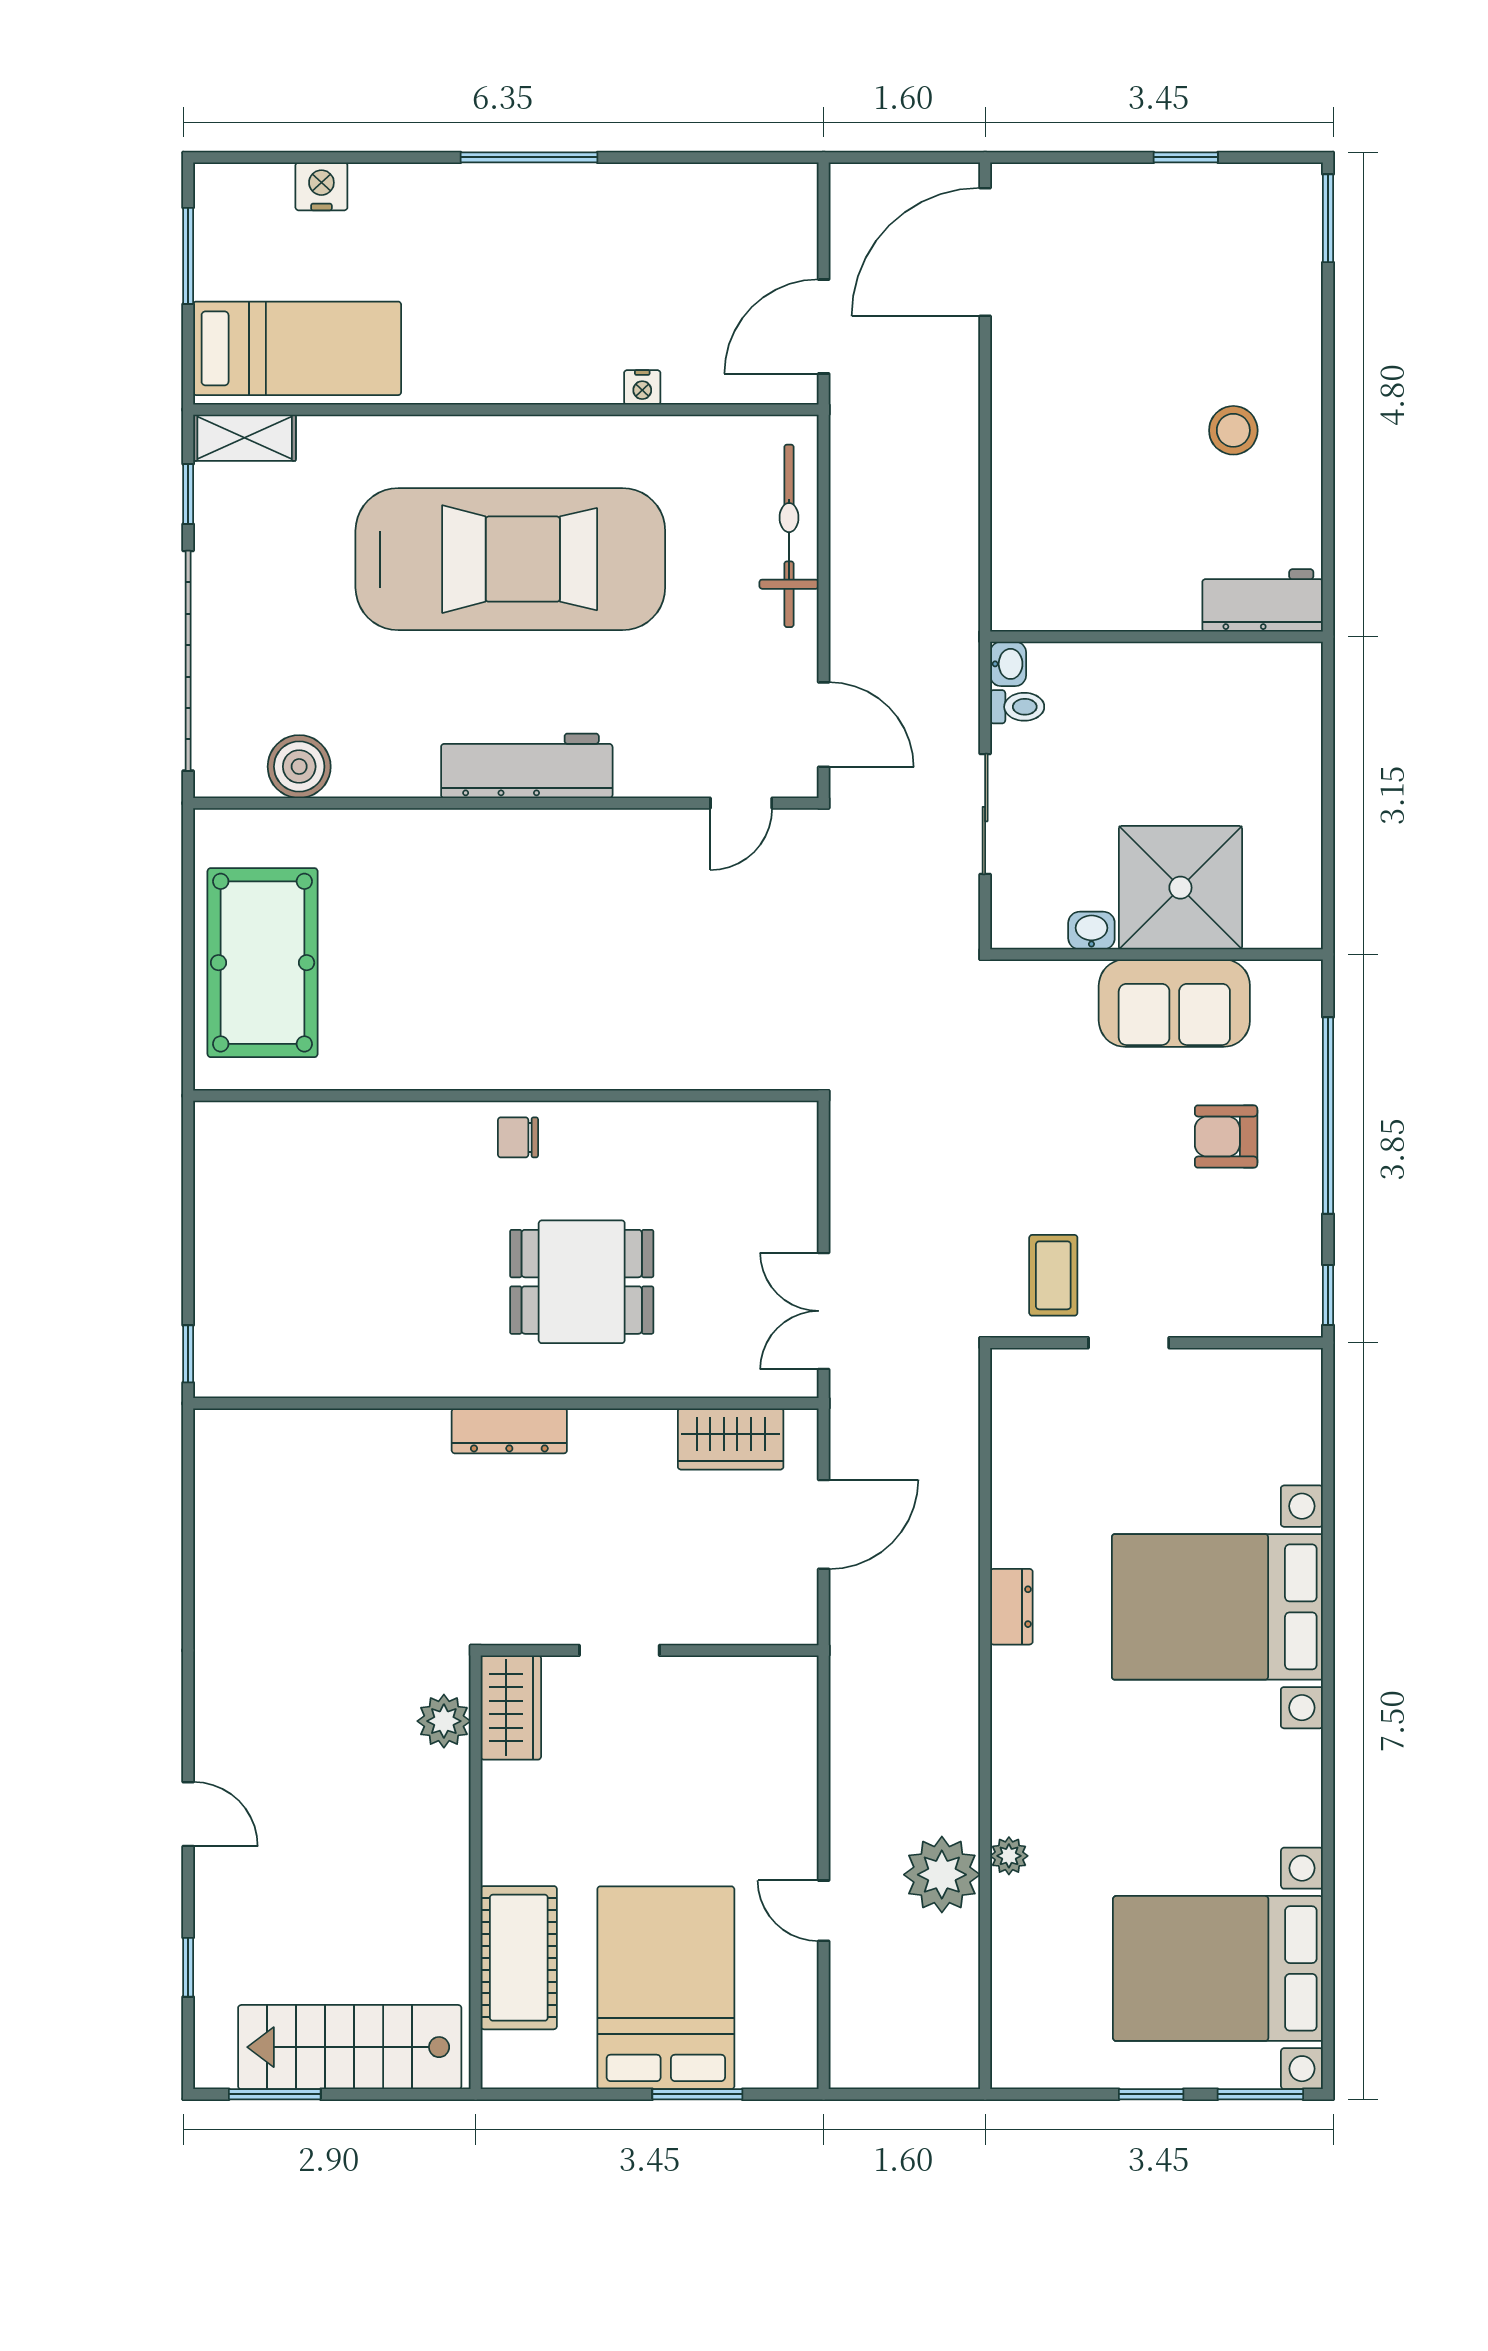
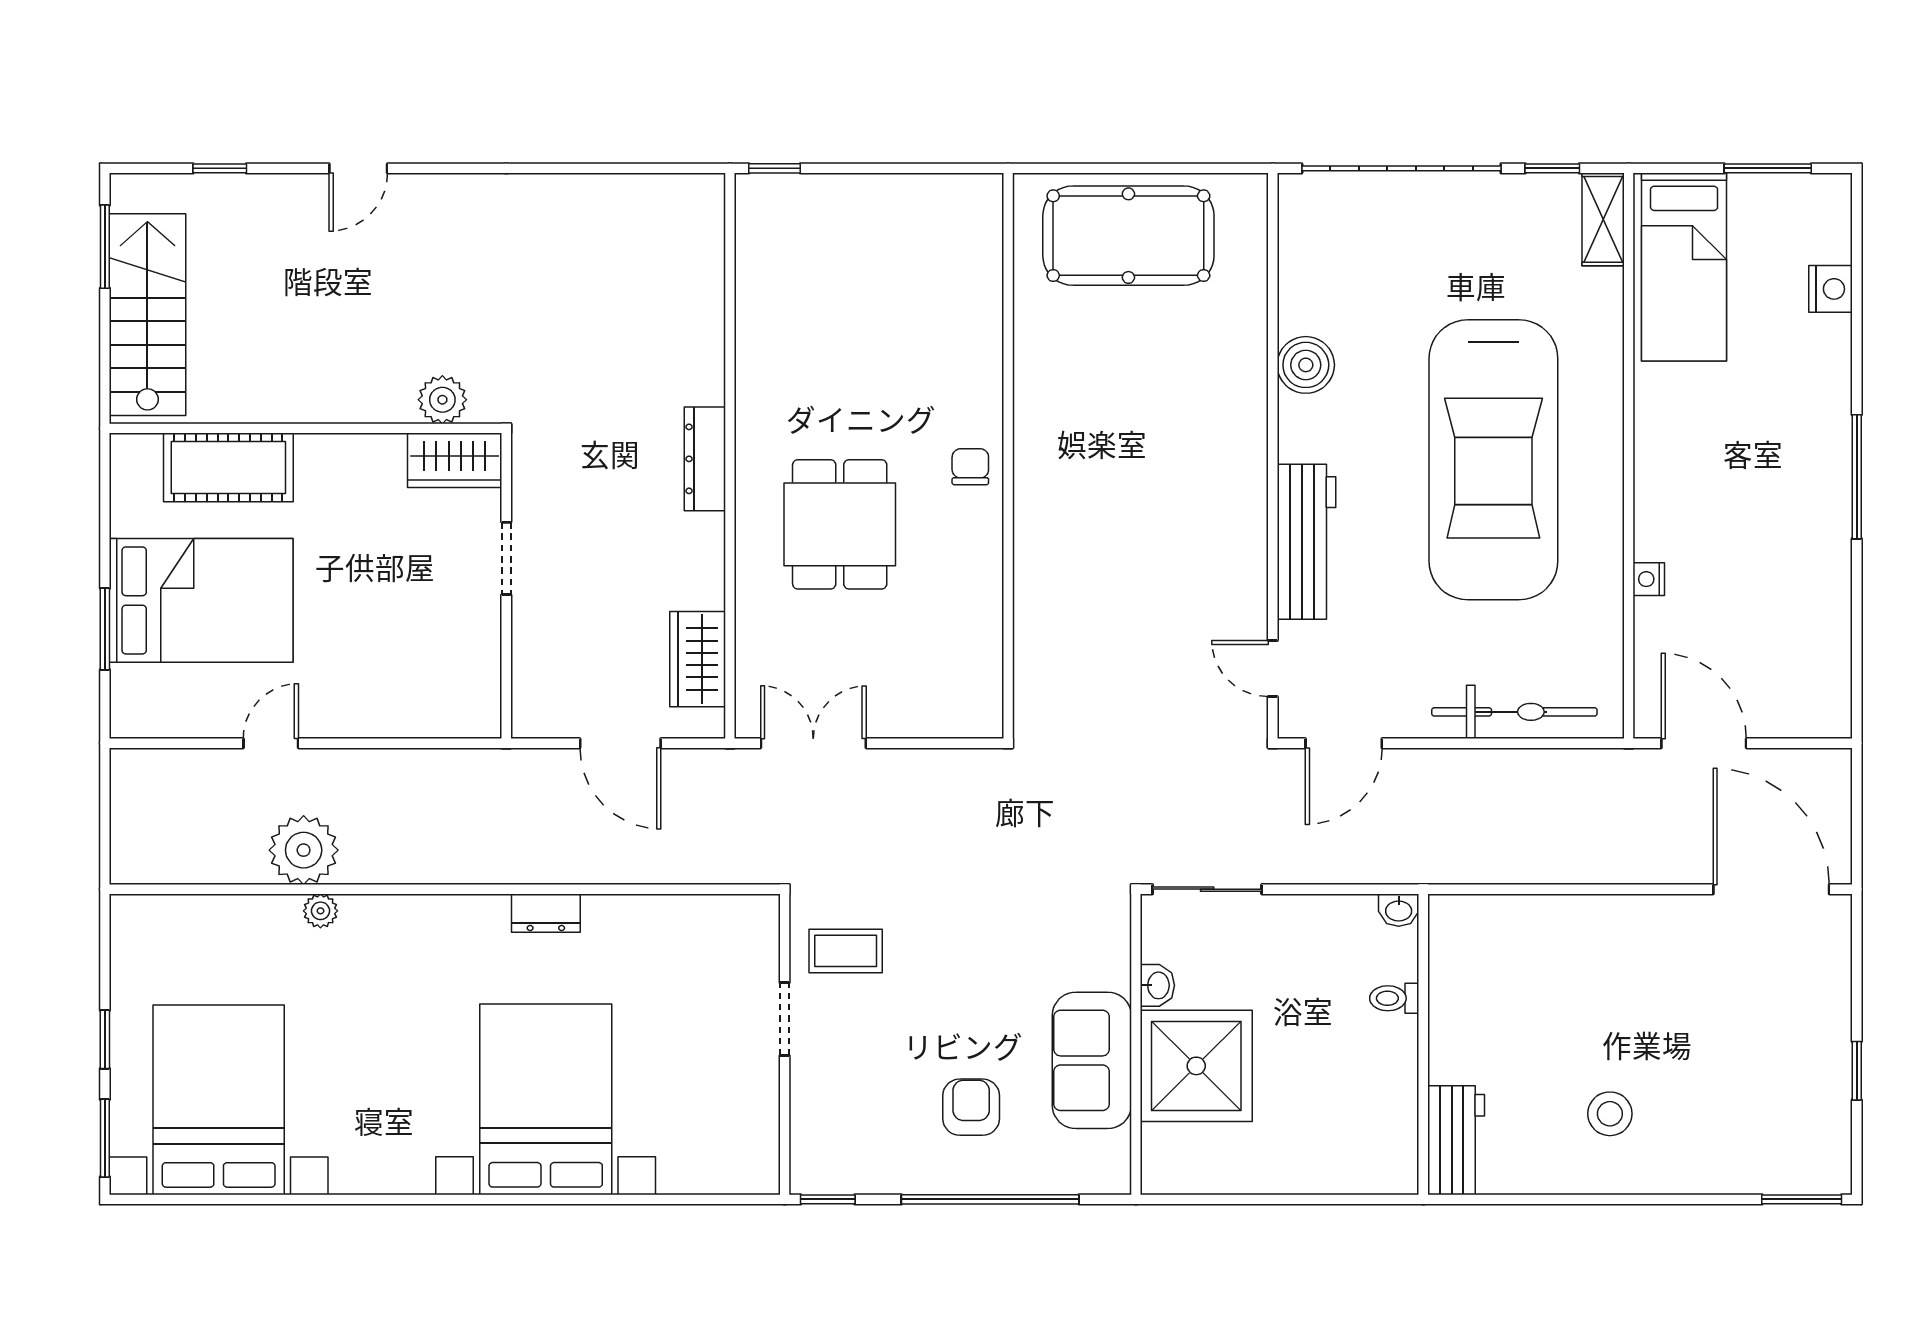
toilet: (1017, 707) -> (1394, 998), moved, turned 90
workbench: (527, 766) -> (1306, 542), moved
boiler: (299, 767) -> (1306, 365), moved
sliding door: (985, 814) -> (1207, 889), moved

